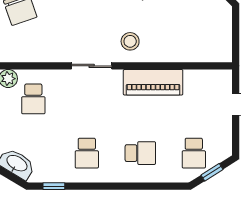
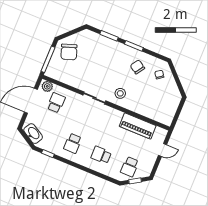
piano: (153, 82) -> (138, 126), moved
school desk: (33, 99) -> (56, 103), turned 180
school desk: (140, 153) -> (101, 155), turned 180

